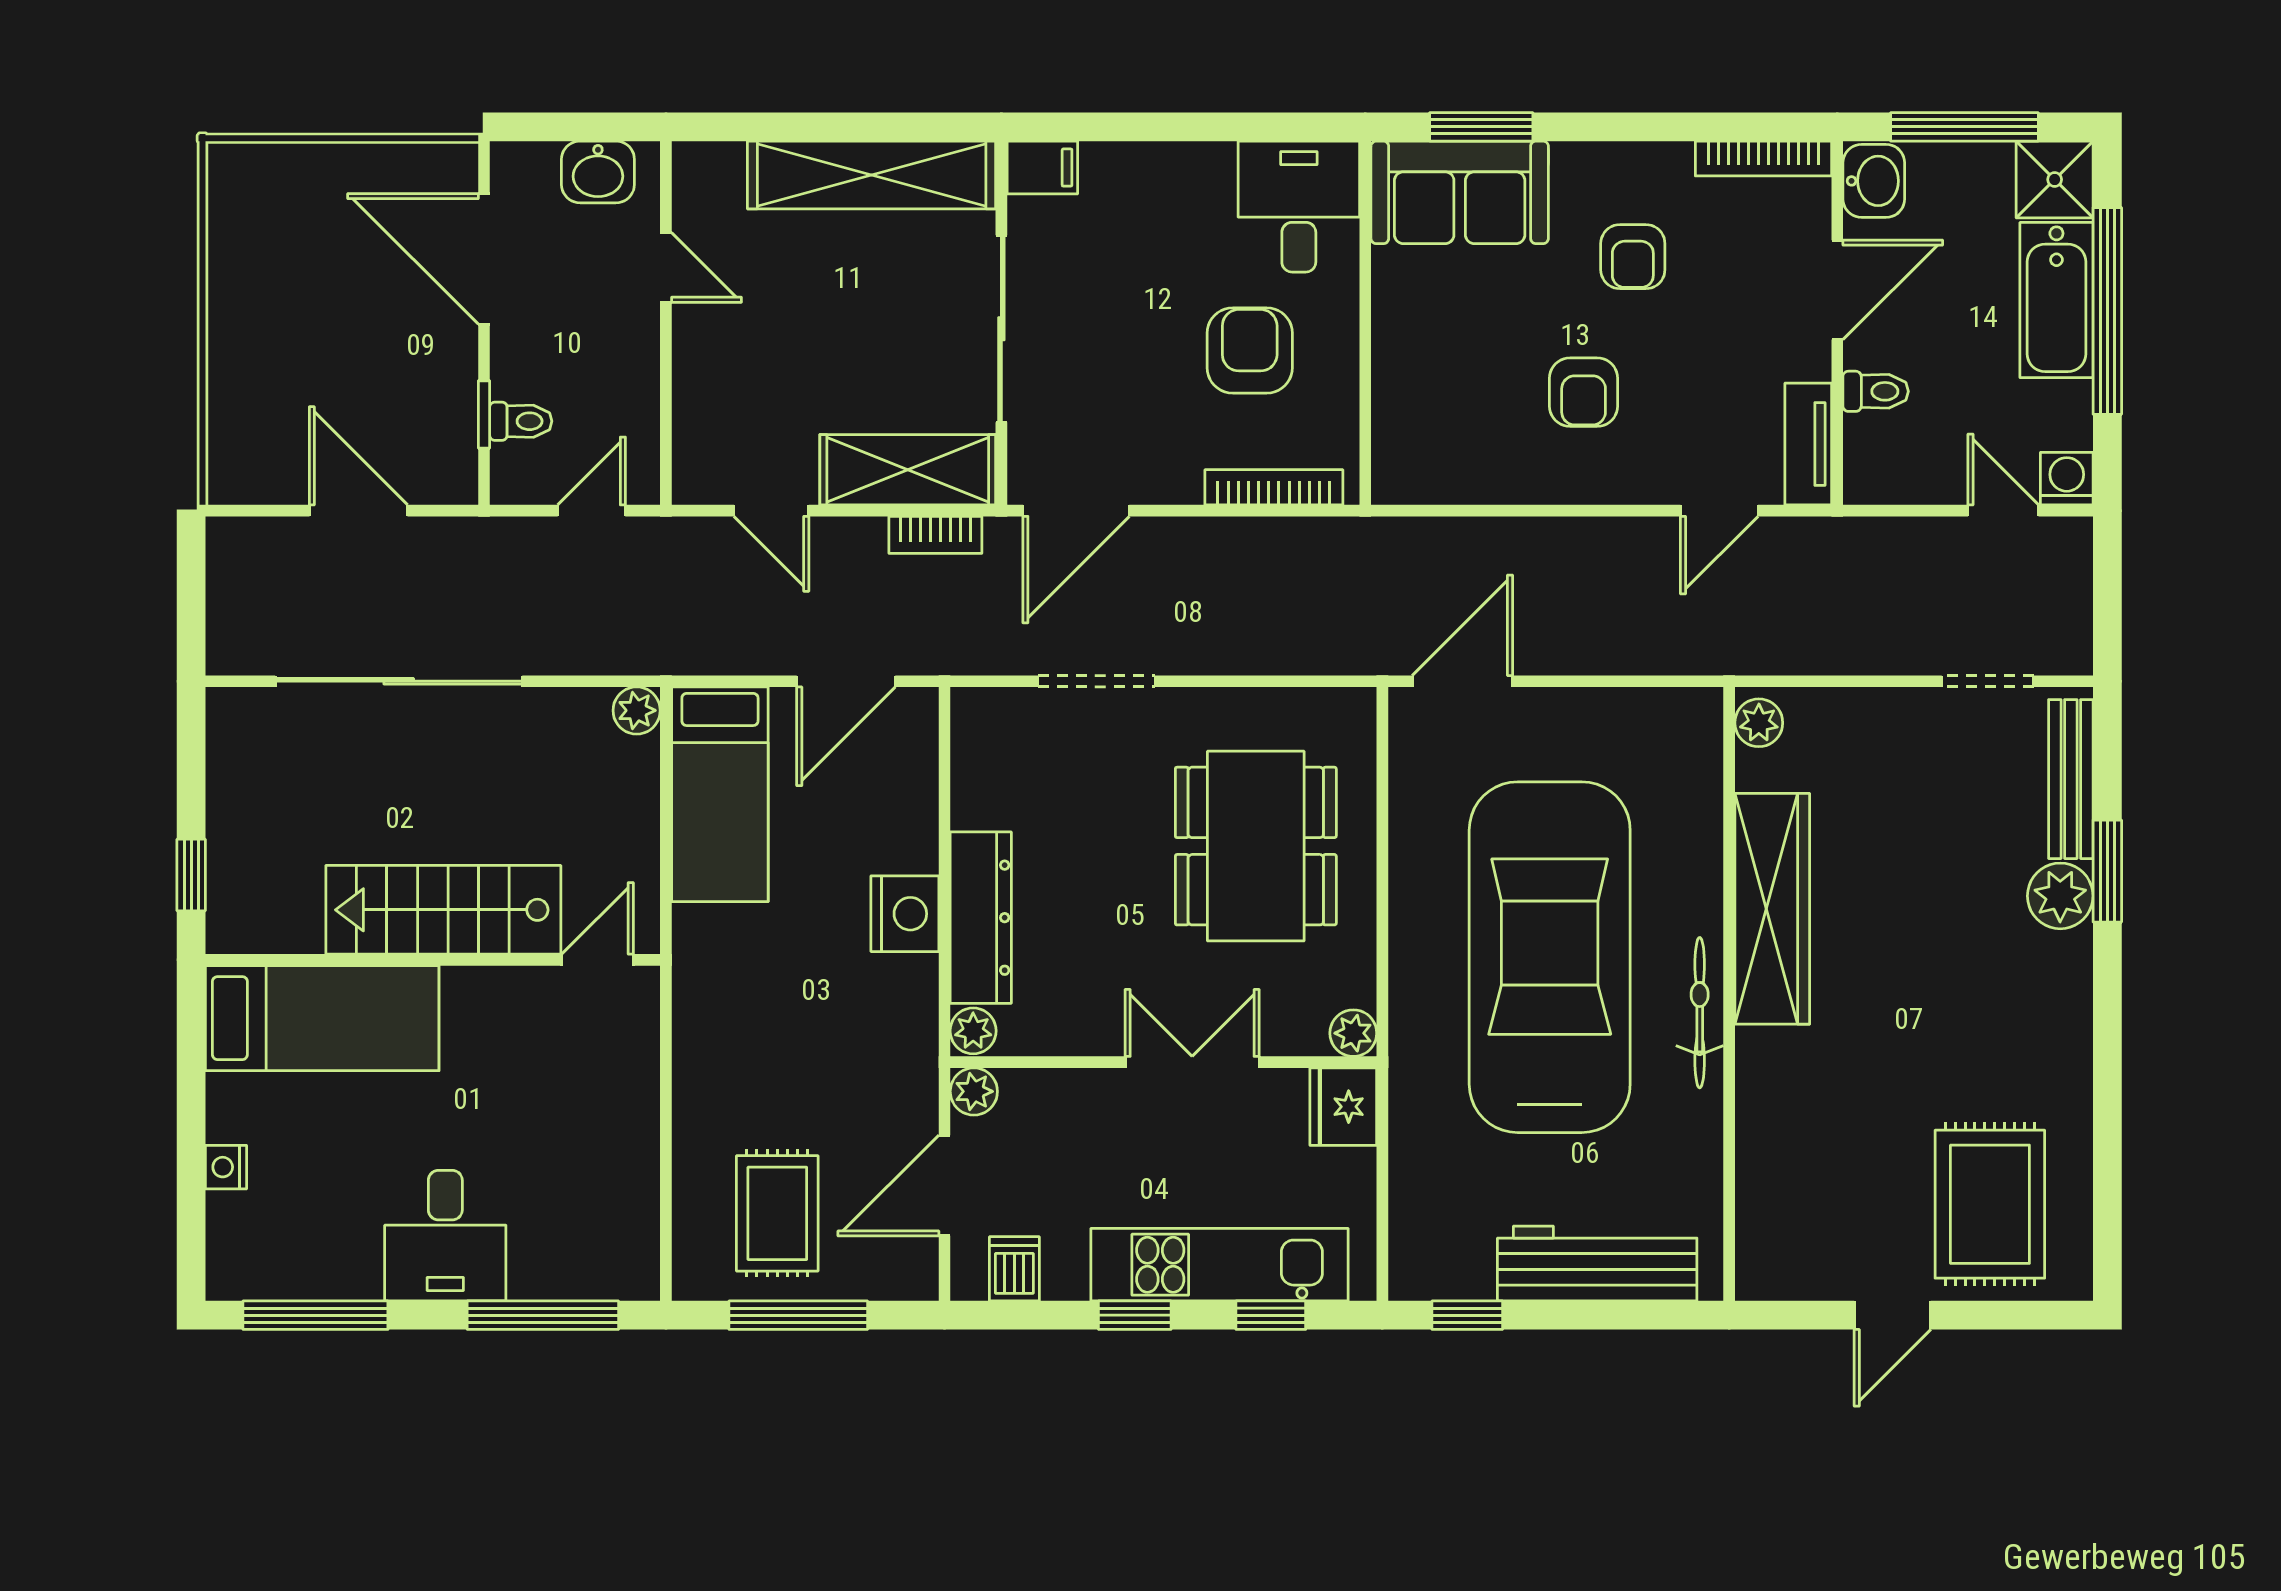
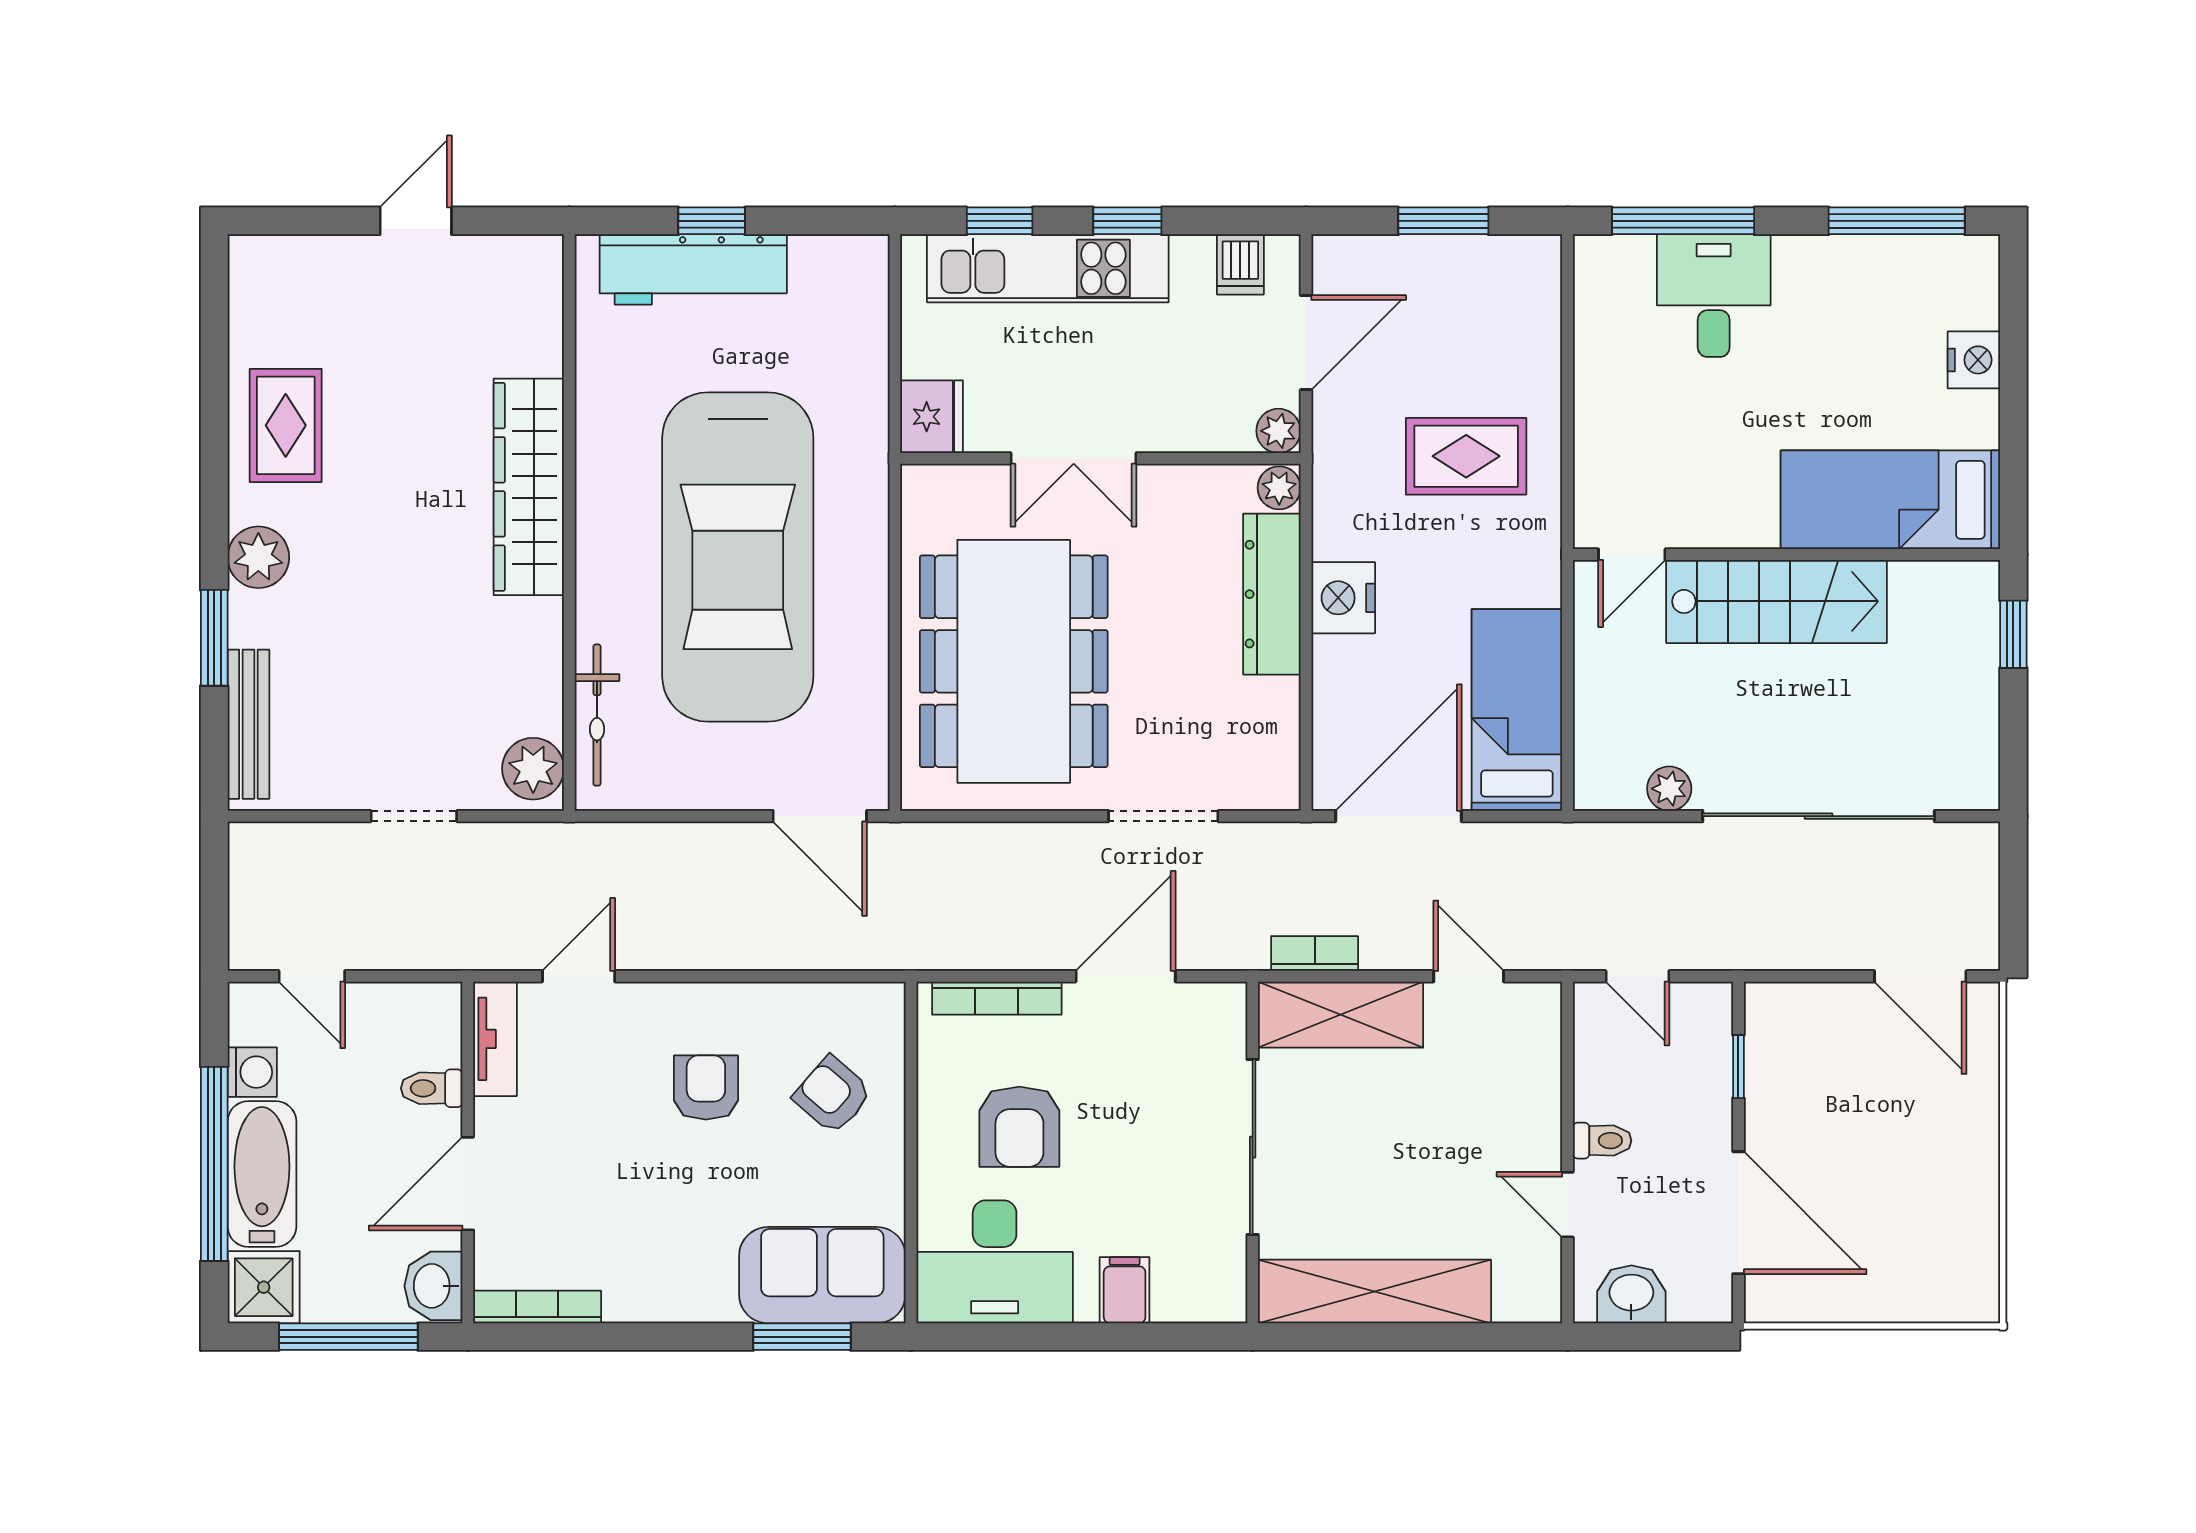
filing cabinet: (1042, 168) -> (1125, 1290), moved, turned 90
desk: (1299, 207) -> (995, 1262), width x1.37
armchair: (1633, 257) -> (833, 1095), moved, turned -49
toilet: (521, 421) -> (1602, 1141), moved, turned 180
washing machine: (2067, 479) -> (252, 1072), moved, turned -90
door: (358, 511) -> (1920, 976), moved
door: (592, 511) -> (1637, 976), hinge flipped
door: (1076, 511) -> (1126, 976), moved
door: (846, 681) -> (1398, 816), width x1.36
door: (1462, 681) -> (820, 816), hinge flipped
doorway: (1988, 681) -> (414, 816), moved
plant: (637, 710) -> (1669, 789), moved
plant: (1759, 723) -> (533, 769), width x1.38, depth x1.38
dining table: (1256, 846) -> (1014, 661), width x1.36, depth x1.24
plant: (2060, 896) -> (258, 557), moved
wardrobe: (1772, 909) -> (529, 487), moved
bicycle: (1700, 1013) -> (597, 715), moved
plant: (1353, 1033) -> (922, 486), removed
nightstand: (226, 1167) -> (1974, 360), width x1.39, depth x1.35
rug: (1990, 1204) -> (286, 425), moved, width x0.73, depth x0.70
rug: (777, 1213) -> (1466, 456), moved, turned 90
desk: (445, 1236) -> (1714, 296), moved
window: (798, 1315) -> (1443, 221), width x0.69
window: (1467, 1315) -> (712, 221), moved

